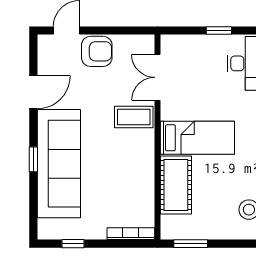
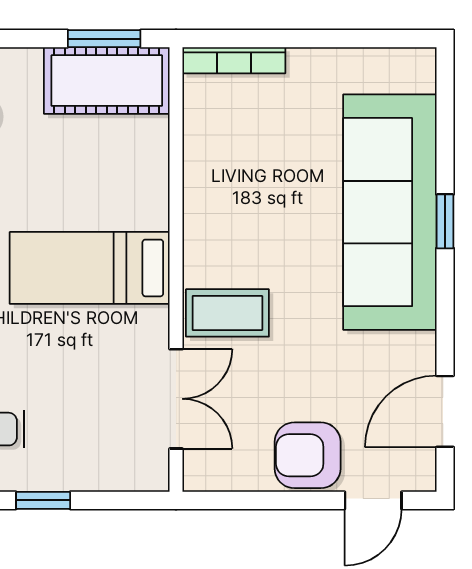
door: (33, 92) -> (445, 411), moved
cot: (176, 185) -> (107, 81), moved, turned 90
window: (73, 244) -> (359, 39), removed

